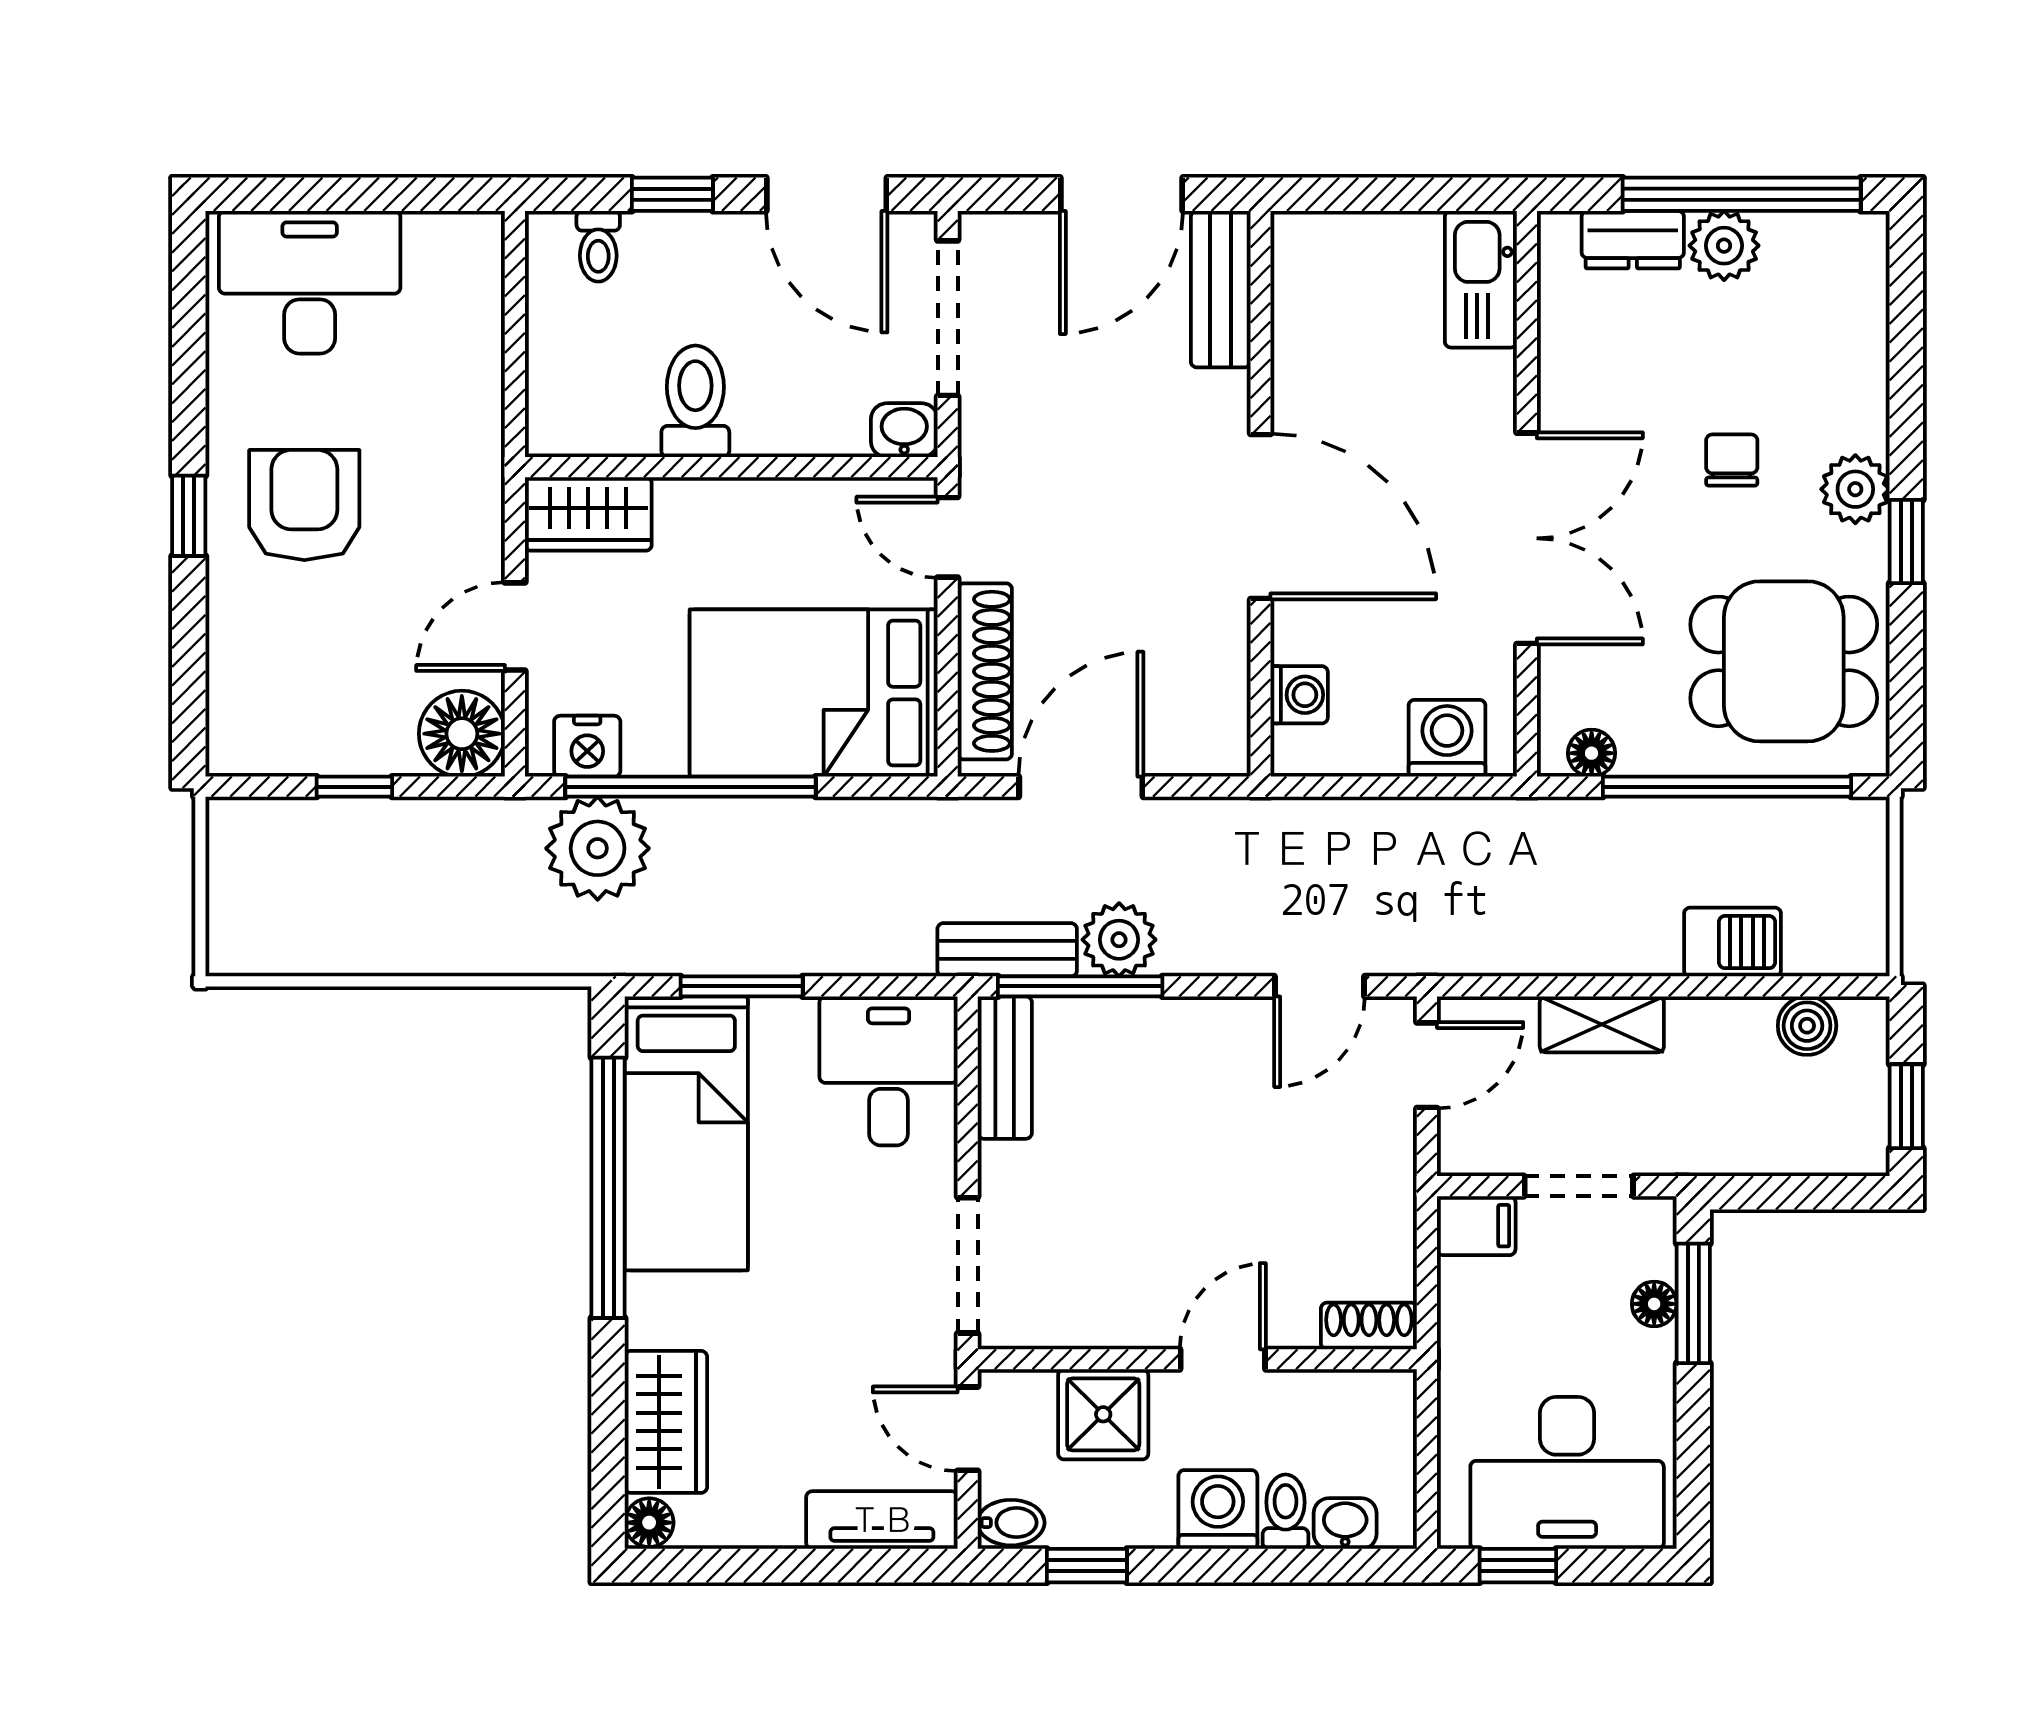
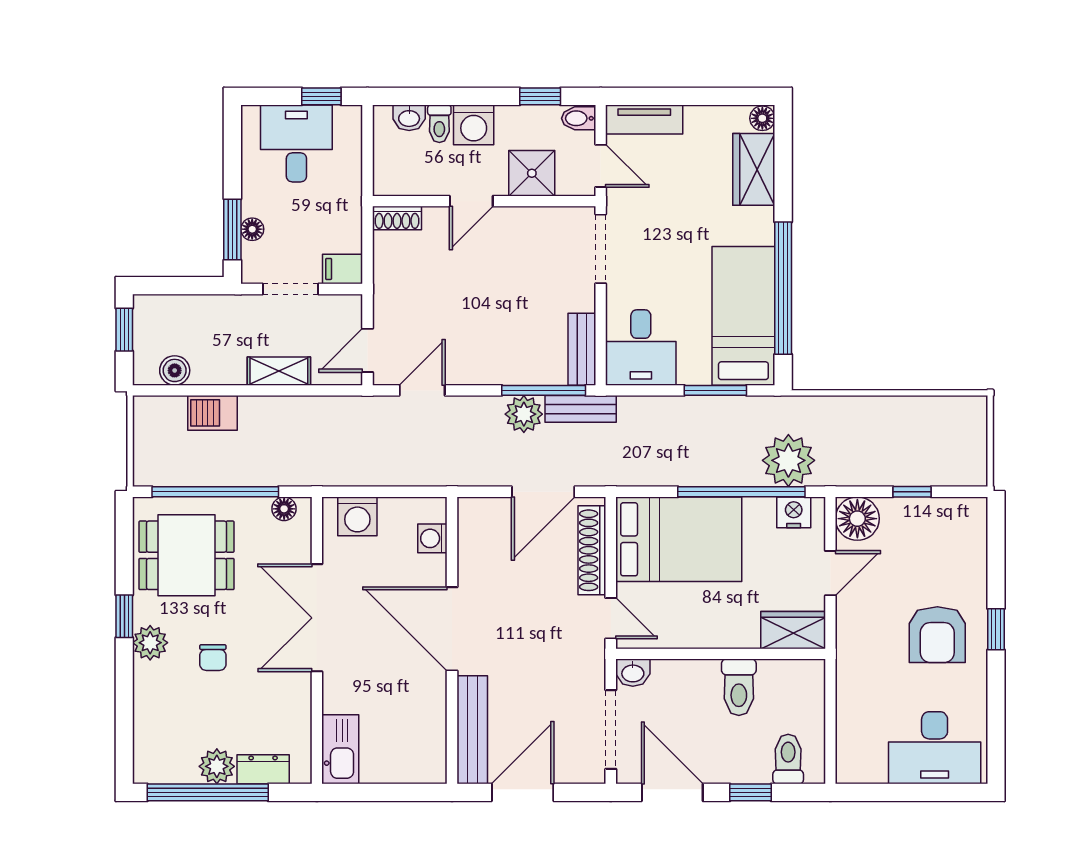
toilet: (598, 246) -> (788, 759), width x1.37, depth x1.39
bench: (1221, 289) -> (472, 730), width x1.36
desk: (1567, 1473) -> (296, 143), width x0.73

